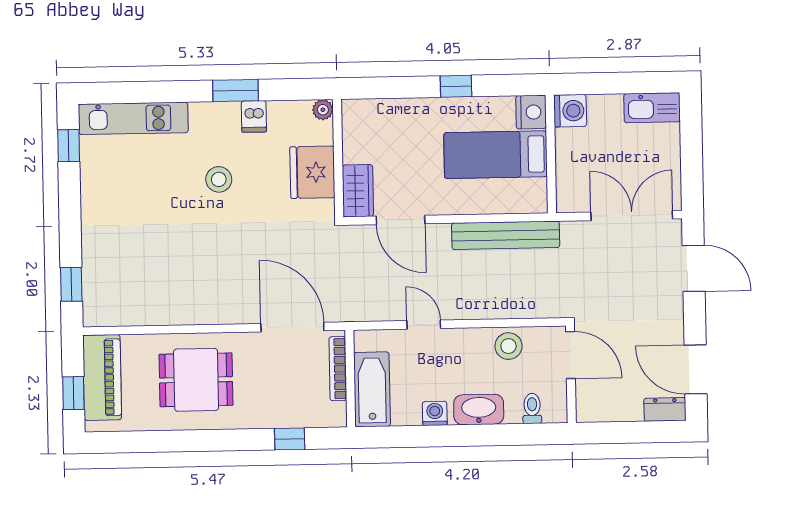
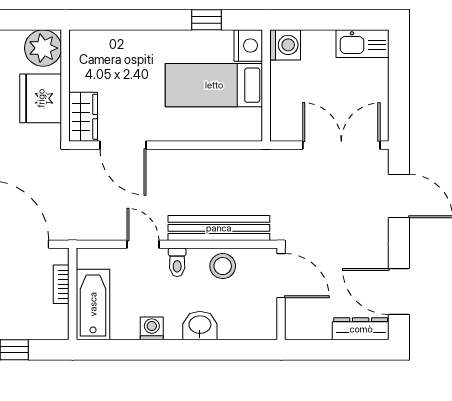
window: (456, 86) -> (207, 20), moved
plant: (323, 110) -> (43, 48), width x1.88, depth x1.88
bench: (506, 235) -> (219, 228), moved
bookcase: (338, 369) -> (61, 284), width x0.64
toilet: (532, 408) -> (177, 262), moved, turned 180
dresser: (665, 409) -> (361, 329), width x1.44
washbasin: (479, 410) -> (200, 325), width x0.72

